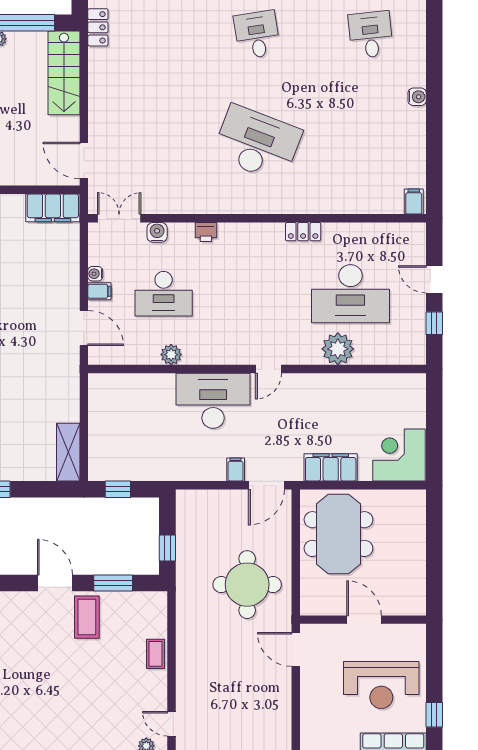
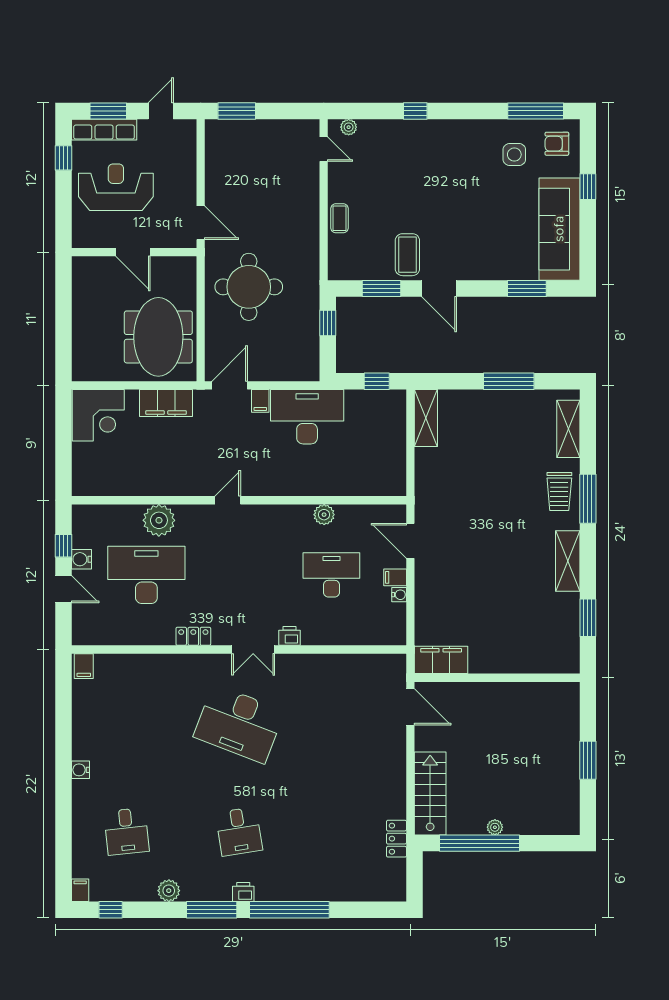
double door: (119, 218) -> (253, 650), moved
water cooler: (157, 232) -> (81, 559), moved, turned 90
desk: (213, 401) -> (307, 417), moved, turned 180

